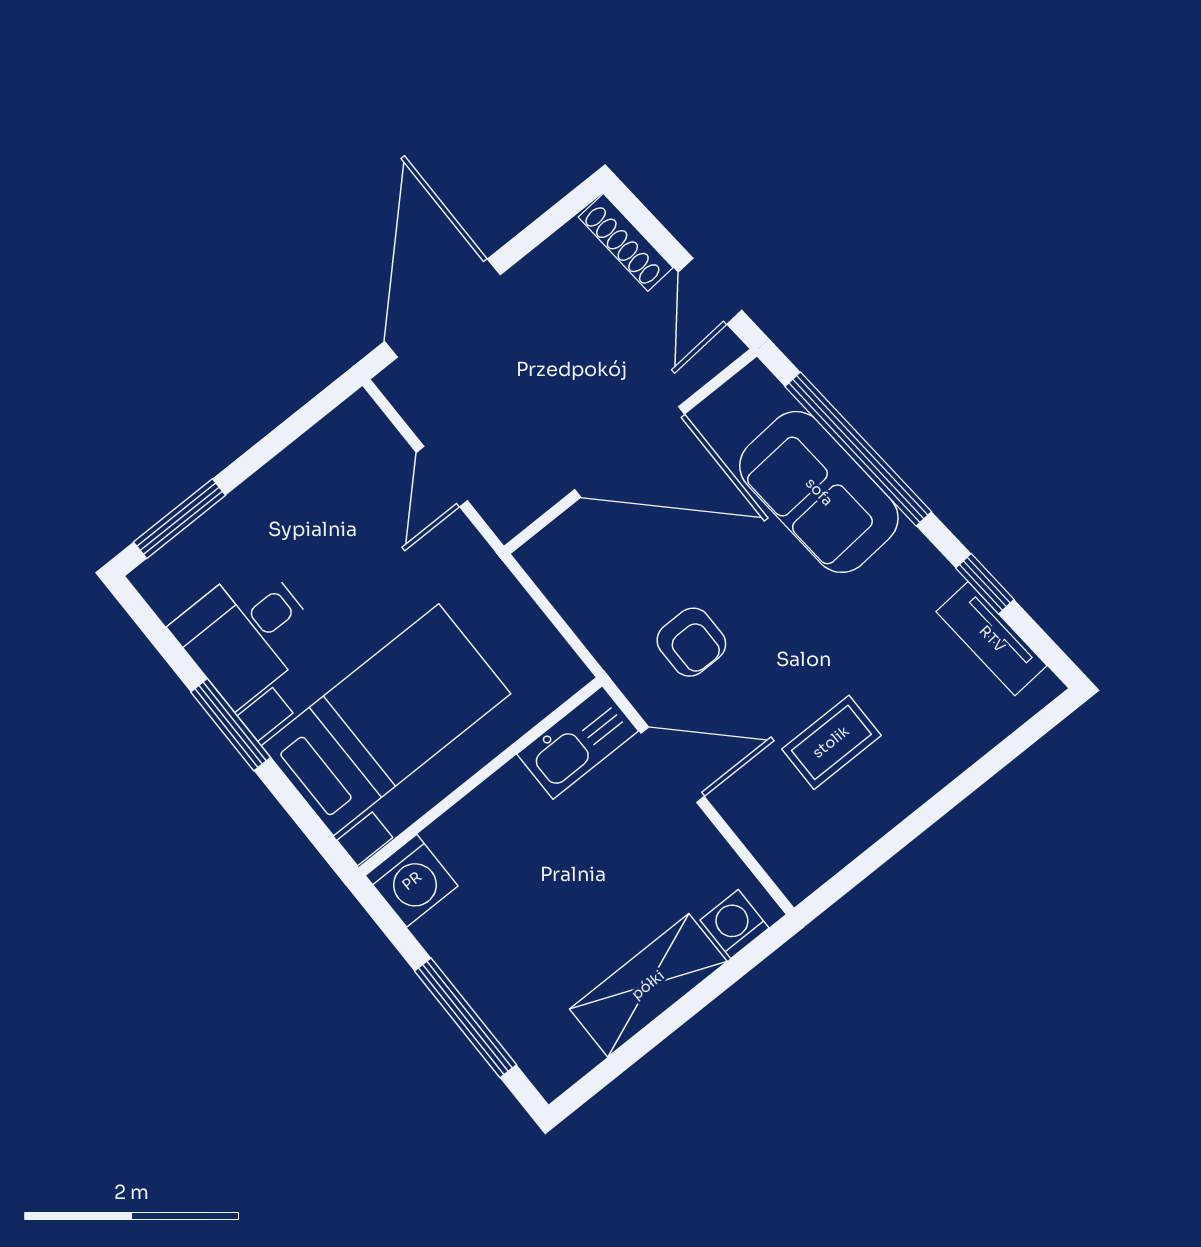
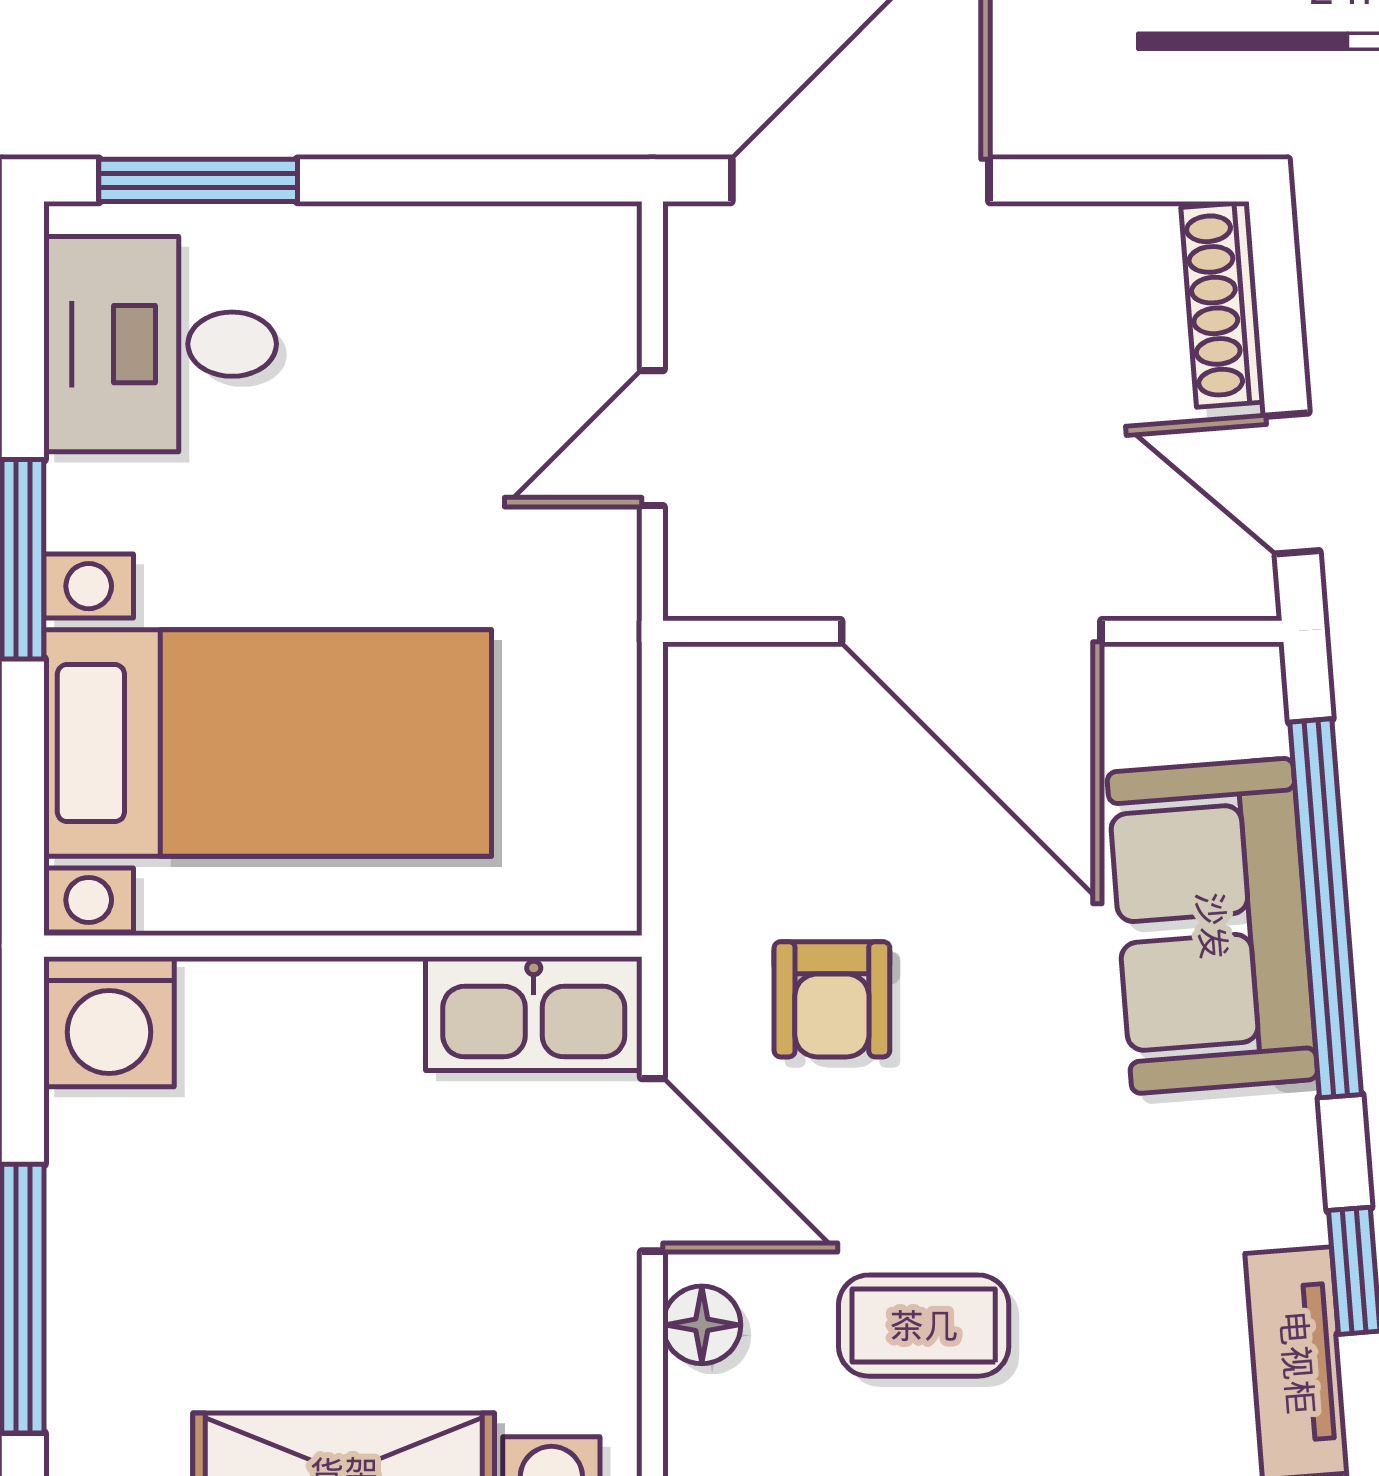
door: (710, 291) -> (1292, 484), hinge flipped
desk: (246, 633) -> (160, 344), moved
floor lamp: (743, 813) -> (702, 1325), added

